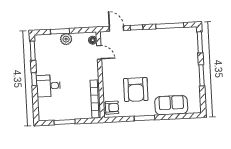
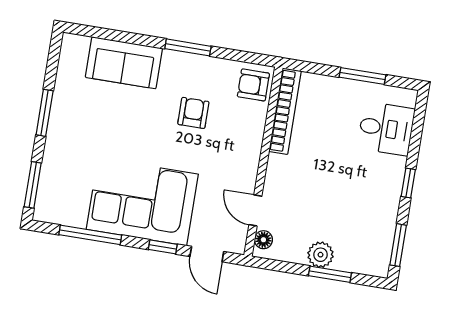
corner sofa: (150, 45) -> (142, 202), added
desk: (48, 86) -> (386, 129), moved
armchair: (136, 90) -> (193, 113), width x0.53, depth x0.53

